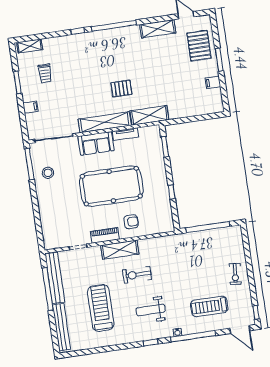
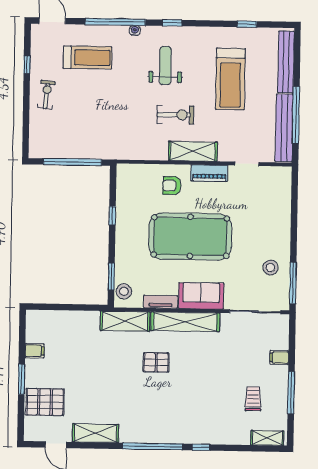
pallet: (199, 46) -> (45, 402), turned 90
window: (18, 82) -> (291, 393), width x1.44
stool: (154, 137) -> (124, 291), added
weight bench: (151, 310) -> (165, 66), turned -90
window: (256, 312) -> (27, 65), moved
window: (95, 351) -> (247, 24), added

